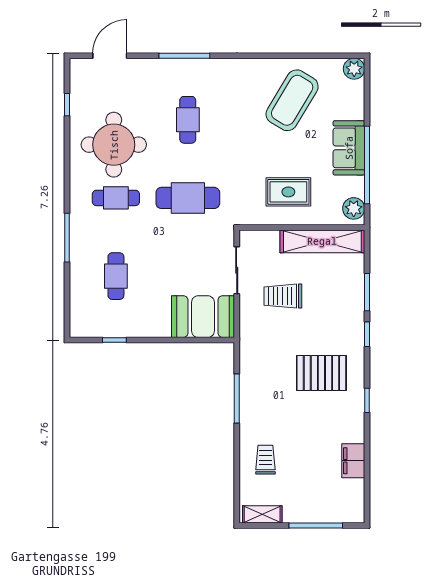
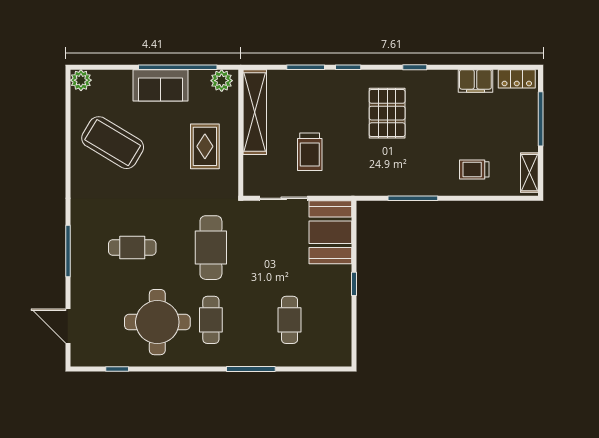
cafe table: (116, 276) -> (290, 320), turned 90
window: (114, 340) -> (354, 284), moved
locker: (355, 502) -> (517, 79), added

